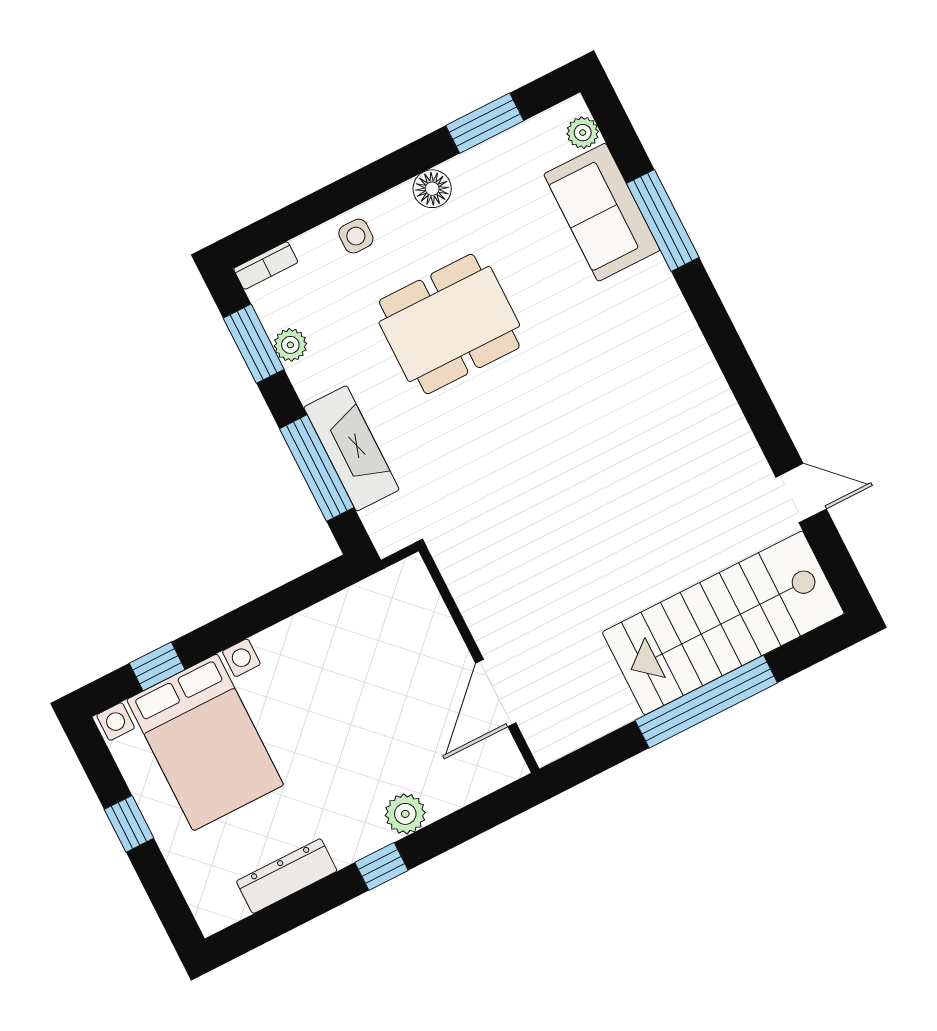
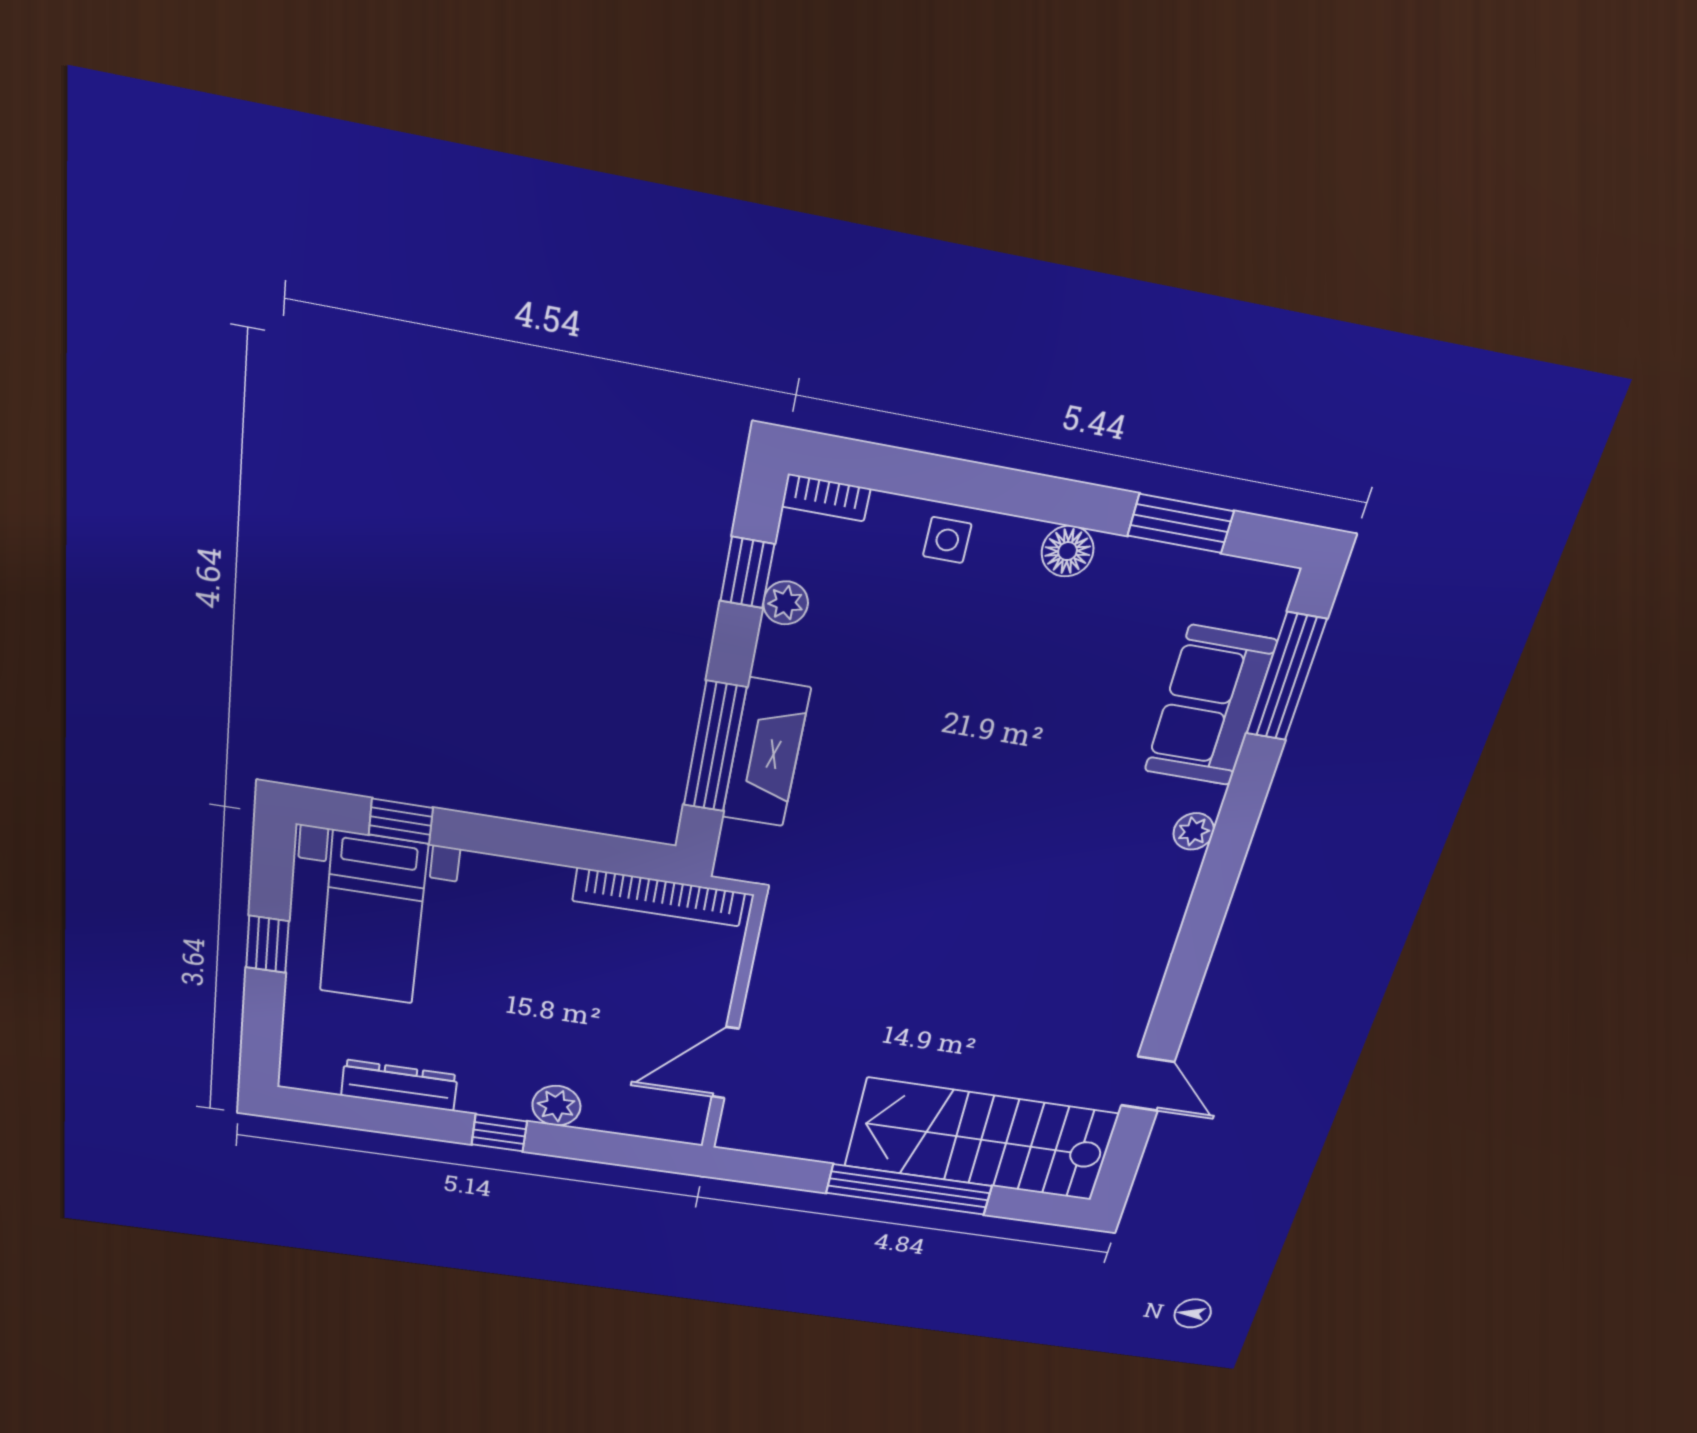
plant: (583, 133) -> (1194, 831), moved
window: (663, 220) -> (1286, 677), moved
dining table: (449, 324) -> (966, 703), removed
window: (254, 344) -> (747, 572), width x0.67
bookcase: (358, 599) -> (659, 897), added
bed with nightstands: (205, 742) -> (373, 918), width x0.73

